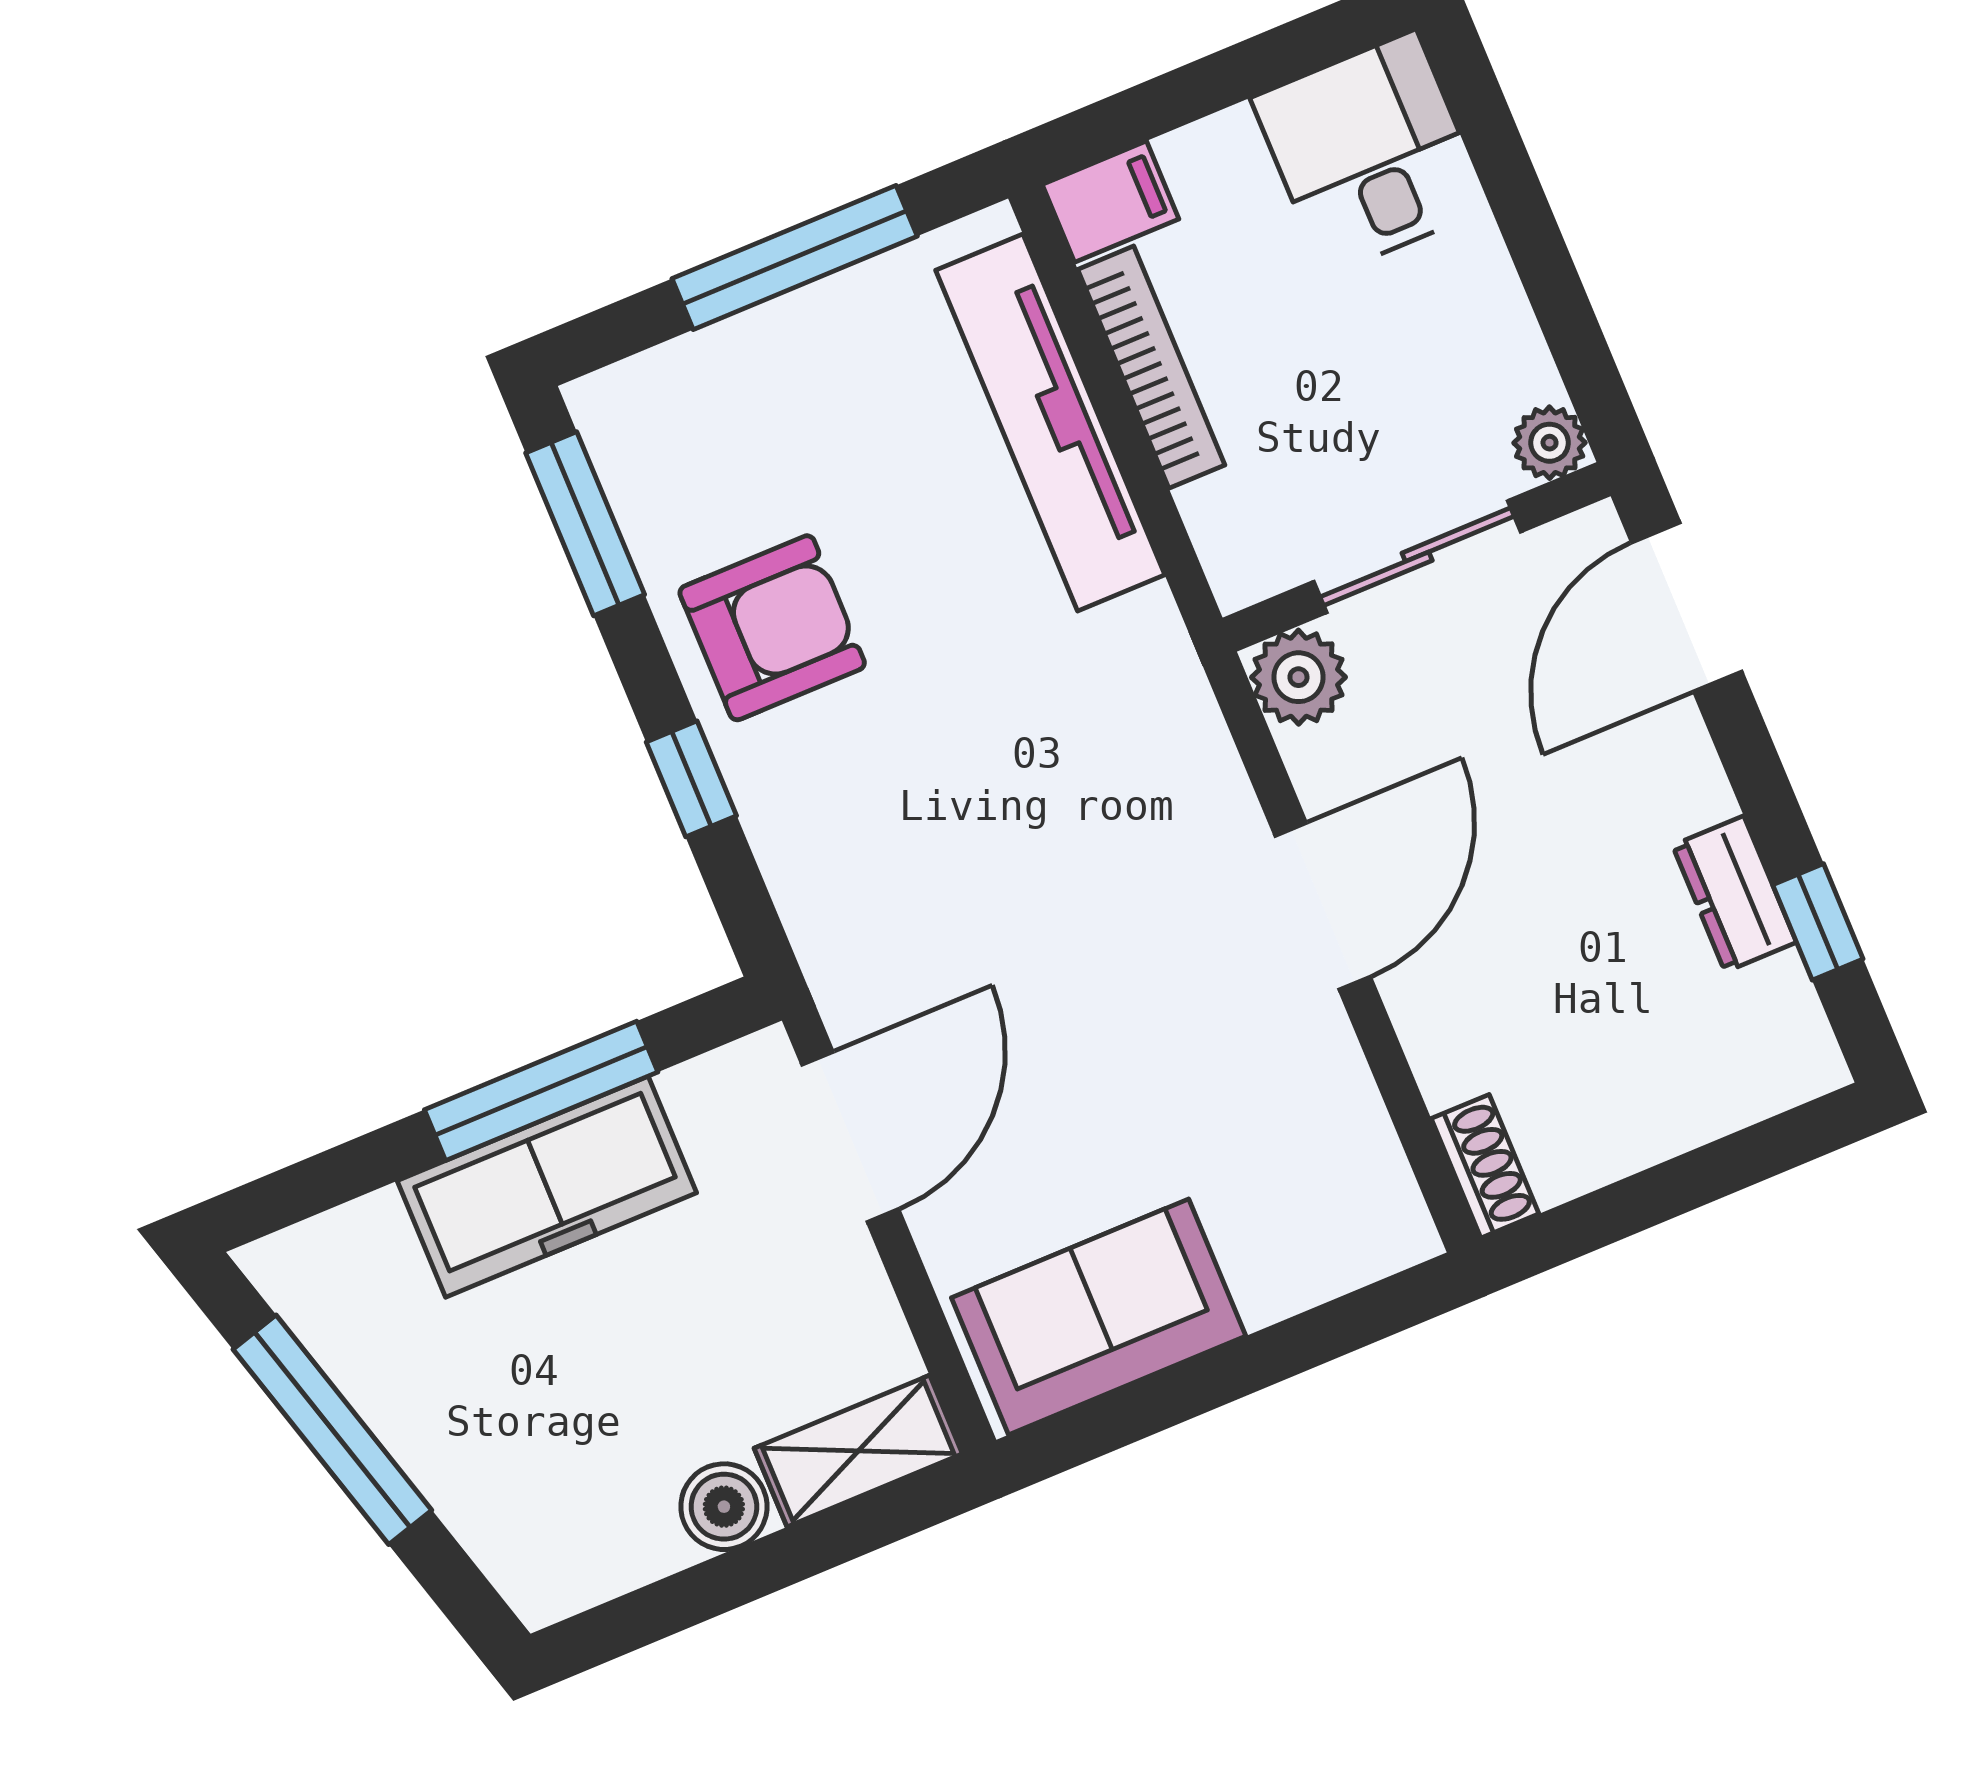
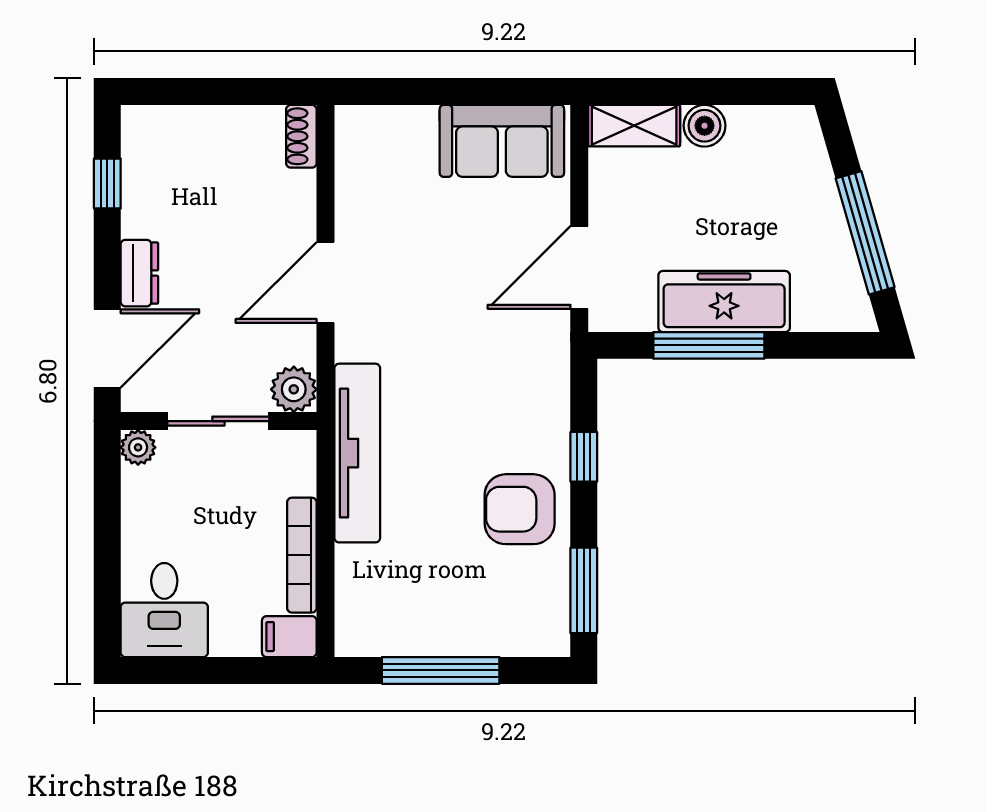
tv unit: (1050, 422) -> (357, 453), moved
dresser: (1734, 894) -> (139, 273), moved

